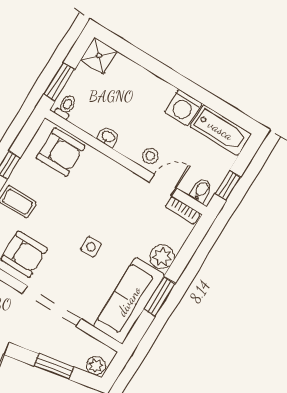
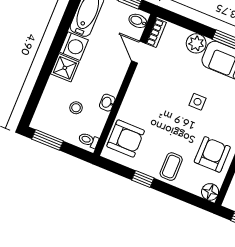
shower: (99, 56) -> (65, 68), moved
window: (59, 82) -> (47, 140), moved
armchair: (61, 152) -> (126, 139), turned 90
stool: (150, 156) -> (76, 108), moved

